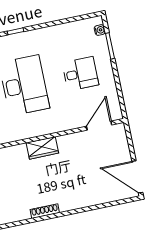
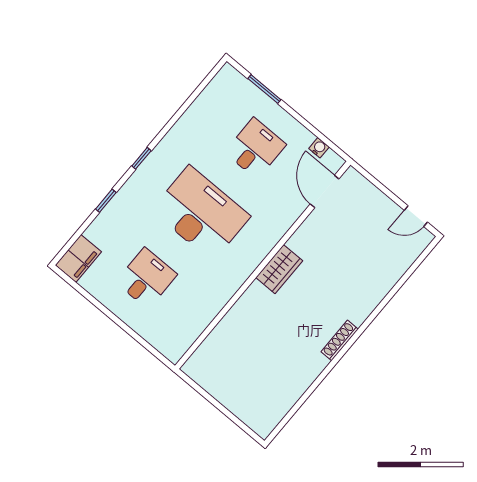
water cooler: (100, 30) -> (319, 148), moved
door: (137, 177) -> (416, 216), width x0.53

